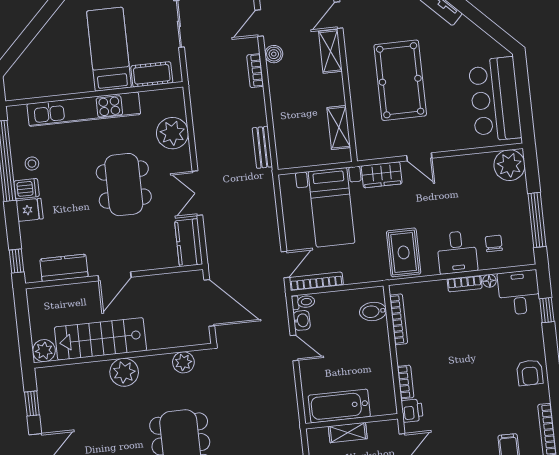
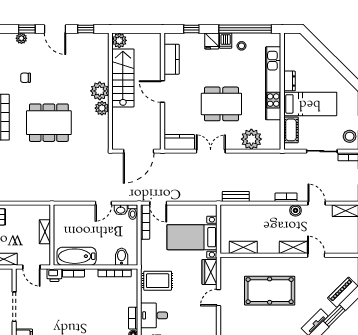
dresser: (78, 85) -> (289, 81), added
window: (16, 261) -> (191, 29), moved
plant: (183, 362) -> (102, 108), moved
bathtub: (339, 406) -> (77, 256), moved, turned -90

